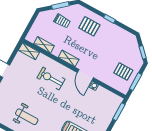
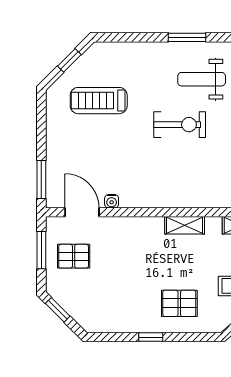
door: (85, 75) -> (82, 212), moved
exercise bike: (51, 78) -> (180, 125), moved

